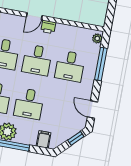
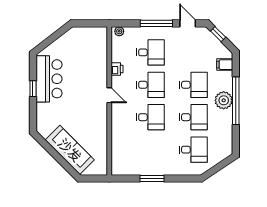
printer: (48, 27) -> (117, 69), moved
window: (101, 64) -> (156, 23), moved
door: (92, 109) -> (188, 23), swing flipped

